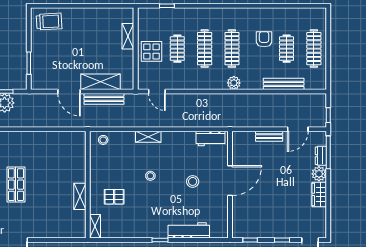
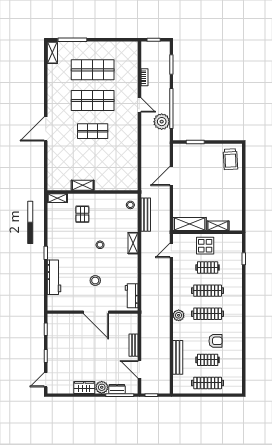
shelving: (101, 82) -> (190, 224), moved, turned 90
bench: (104, 99) -> (146, 215), moved

